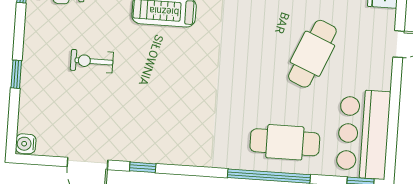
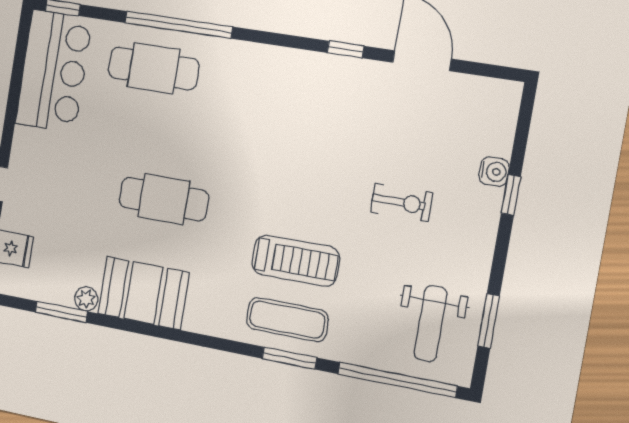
cafe table: (312, 54) -> (164, 199), moved, turned 67
water cooler: (26, 144) -> (494, 172), moved

